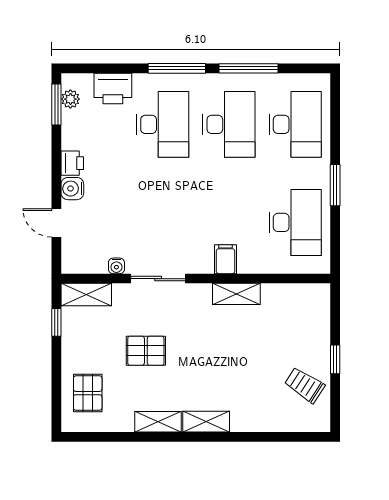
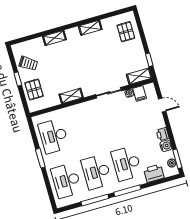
water cooler: (72, 189) -> (166, 146), moved
filing cabinet: (225, 259) -> (140, 94), moved
pallet: (146, 351) -> (34, 90), moved, turned 90
shelving: (206, 422) -> (54, 38), moved

